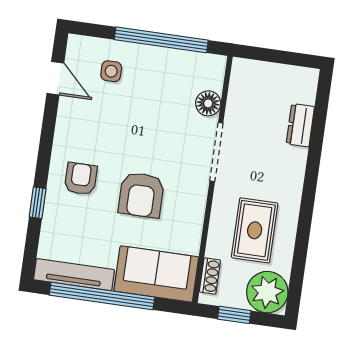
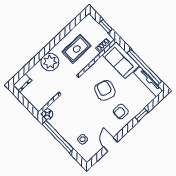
door: (55, 78) -> (110, 144), moved
floor lamp: (208, 103) -> (47, 114), moved
dresser: (300, 125) -> (22, 83), moved
armchair: (141, 195) -> (105, 90), turned -72
plant: (267, 292) -> (50, 62), moved

